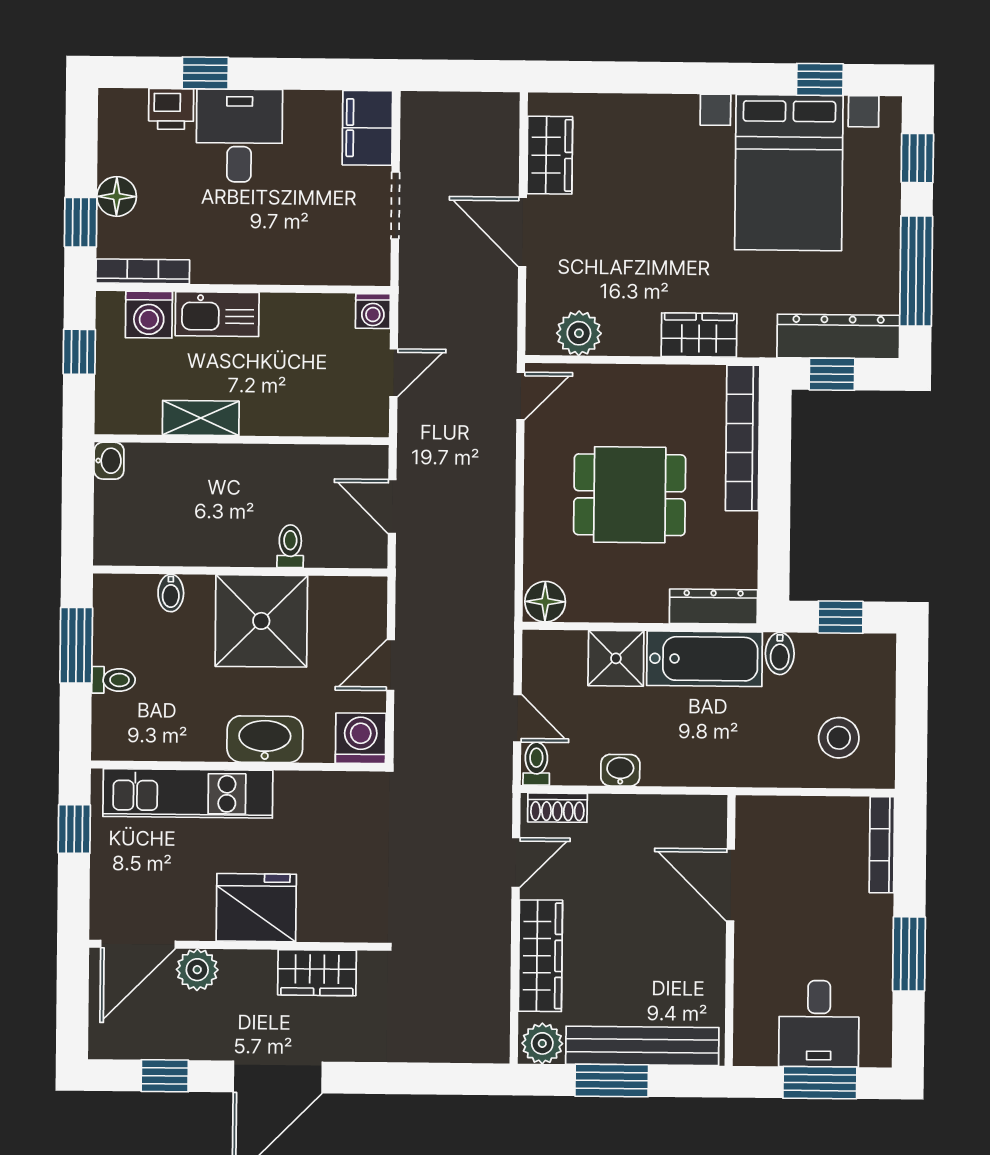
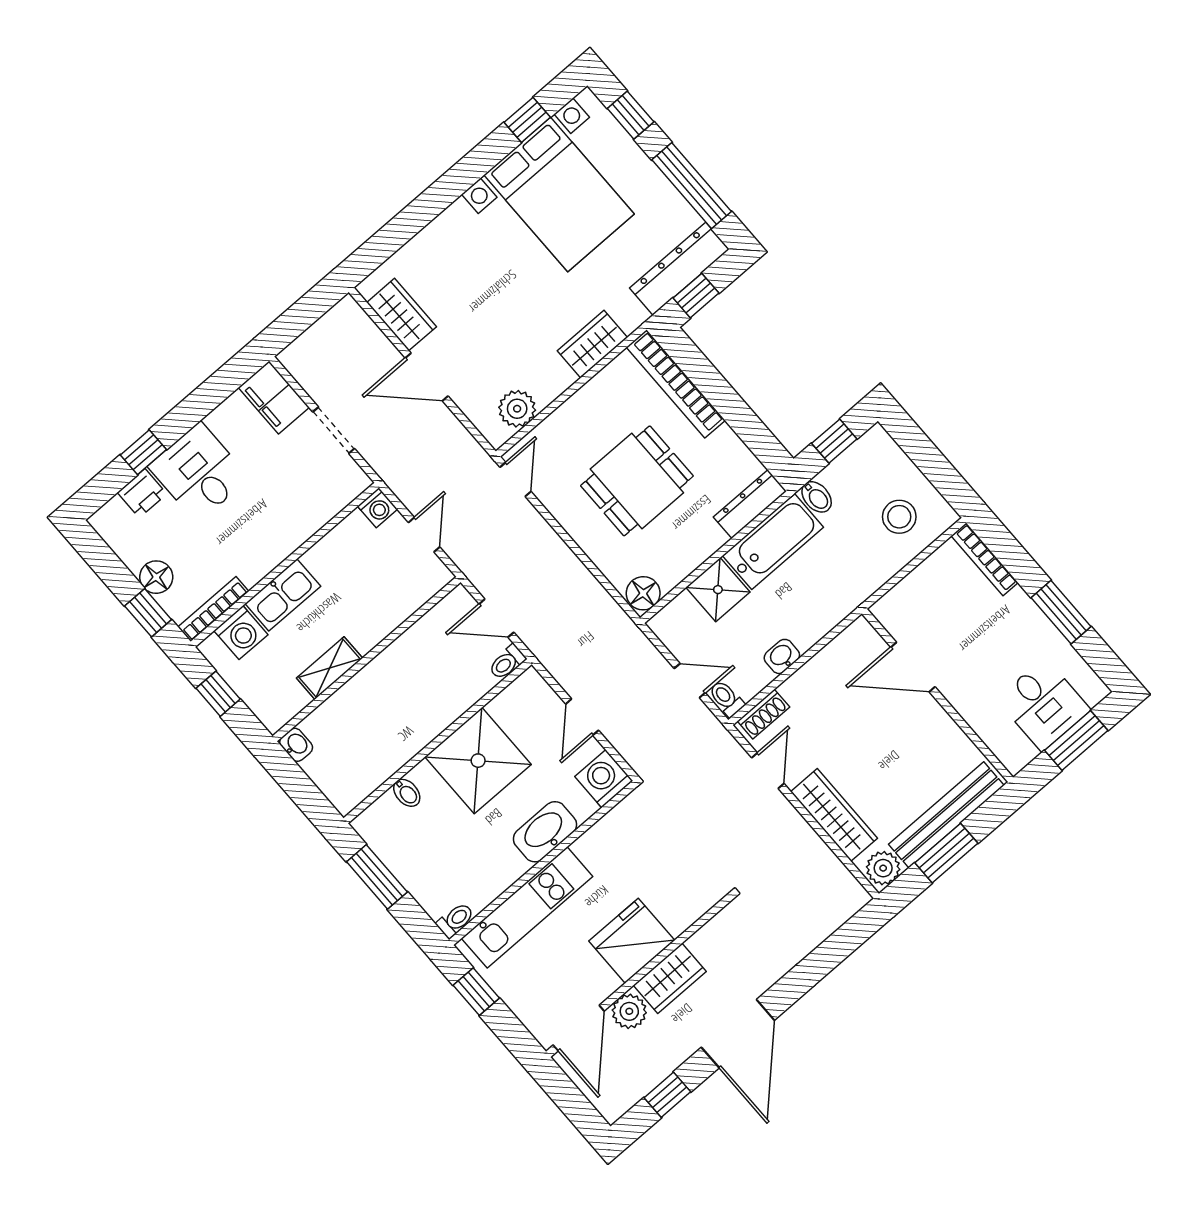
toilet: (290, 546) -> (507, 662), moved, turned -90
toilet: (113, 680) -> (455, 920), moved
wardrobe: (317, 973) -> (670, 978), moved

